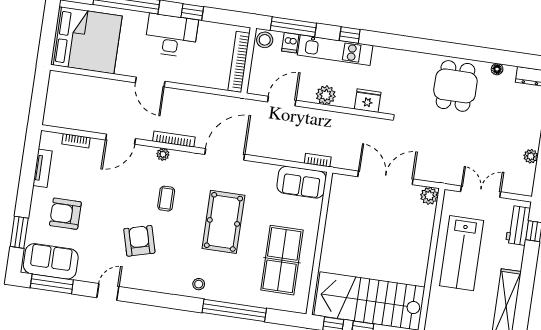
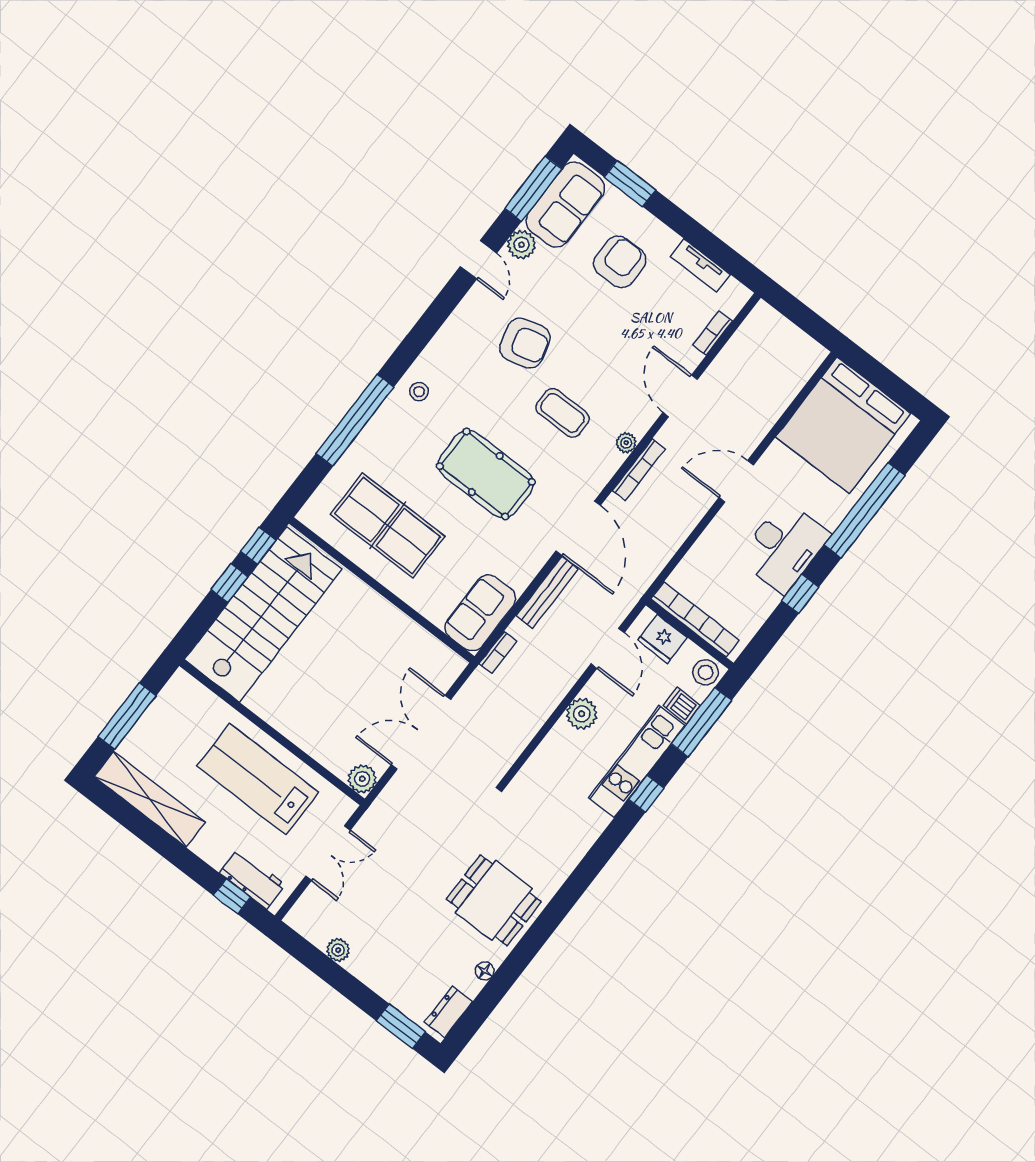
fridge: (368, 101) -> (662, 639), moved, turned 90
bench: (270, 152) -> (547, 592), added
double door: (385, 178) -> (421, 732), swing flipped
coffee table: (166, 199) -> (563, 413), width x1.36, depth x1.30
plant: (86, 273) -> (521, 245), added

